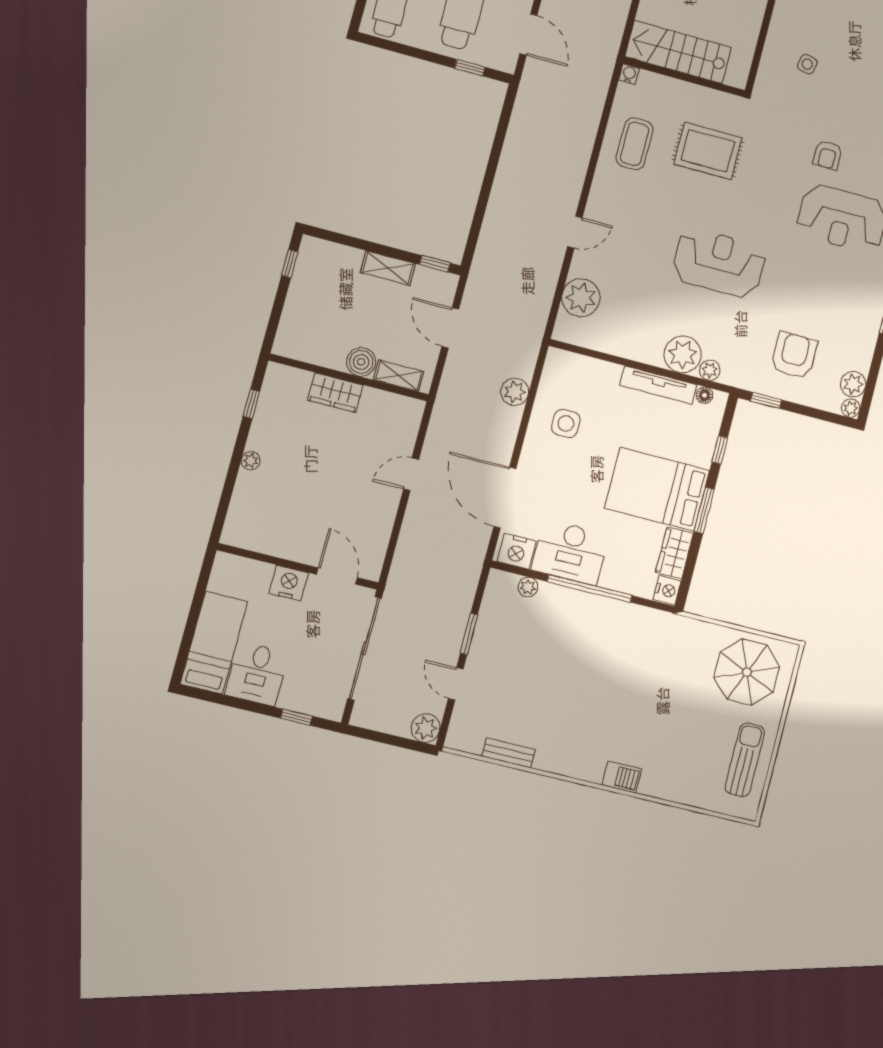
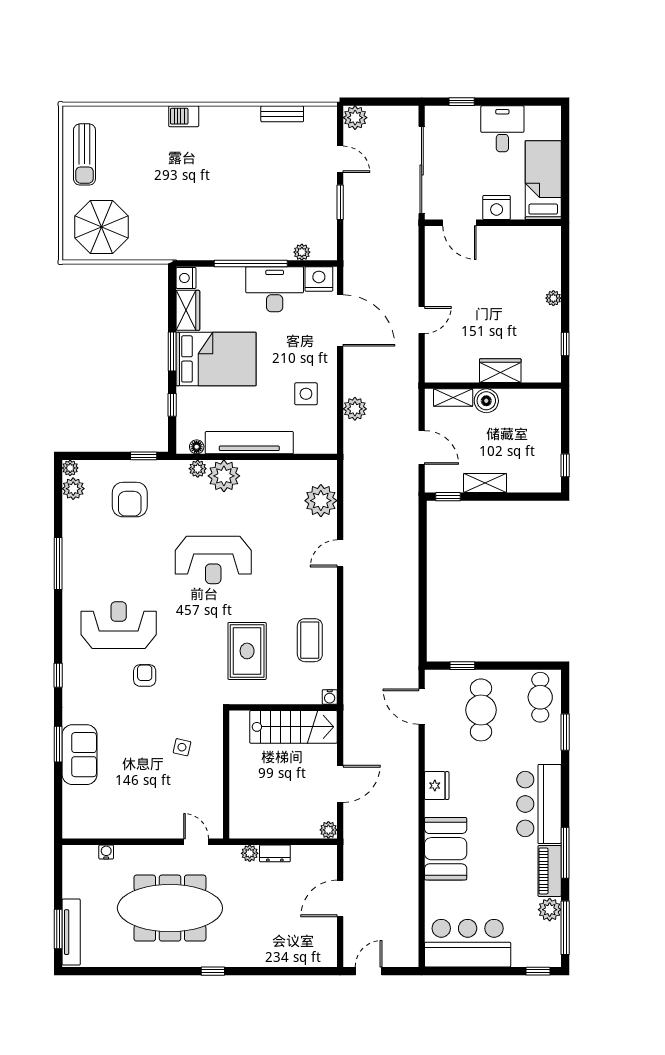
rug: (708, 151) -> (247, 651), turned 90
tv unit: (658, 385) -> (249, 443), width x1.36, depth x1.29
bed: (214, 643) -> (543, 180), moved, turned 180

